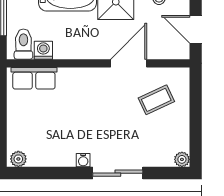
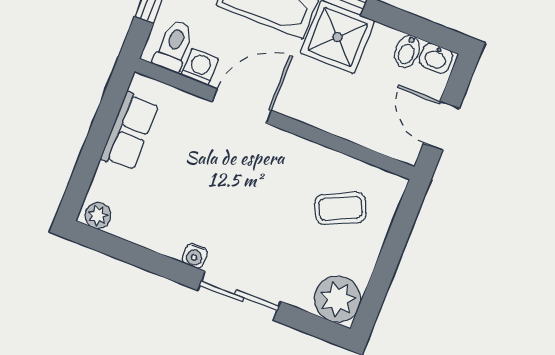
door: (129, 63) -> (242, 106), moved
row of seats: (34, 78) -> (130, 131), moved, turned -90
plant: (182, 159) -> (338, 299), width x1.88, depth x1.88

